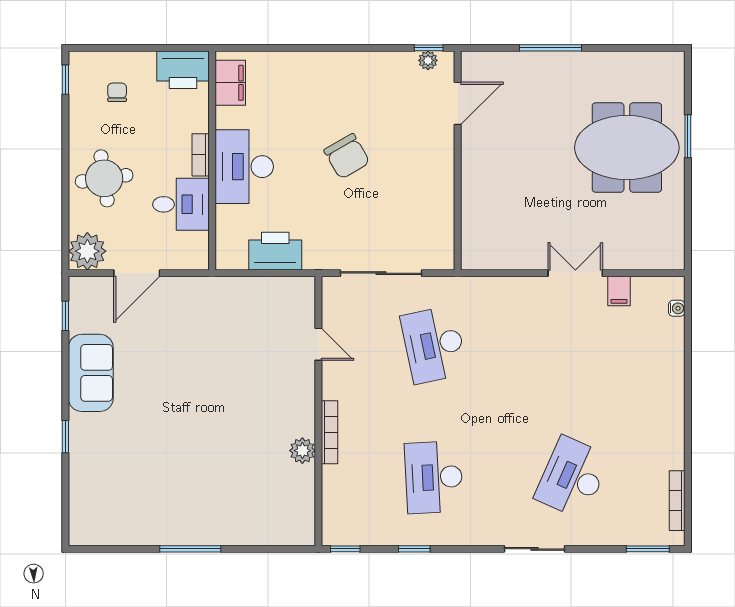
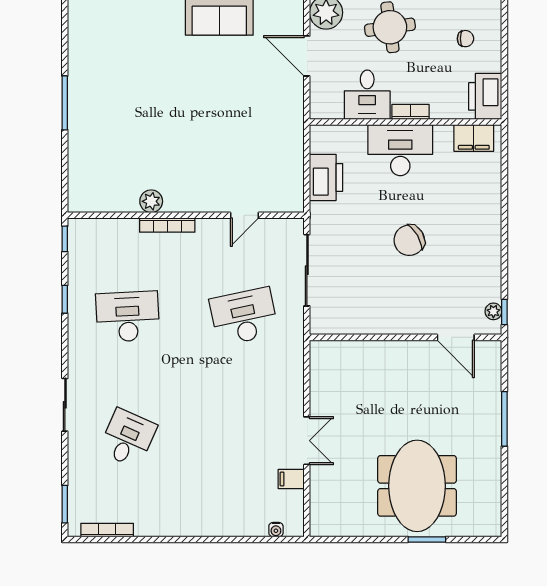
desk: (572, 477) -> (128, 438), width x0.73

